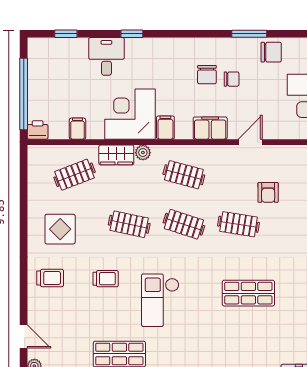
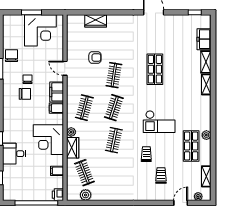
filing cabinet: (165, 128) -> (56, 108), moved
plant: (37, 177) -> (86, 195), added
display table: (60, 229) -> (117, 181), removed
trolley: (50, 278) -> (161, 175), moved

